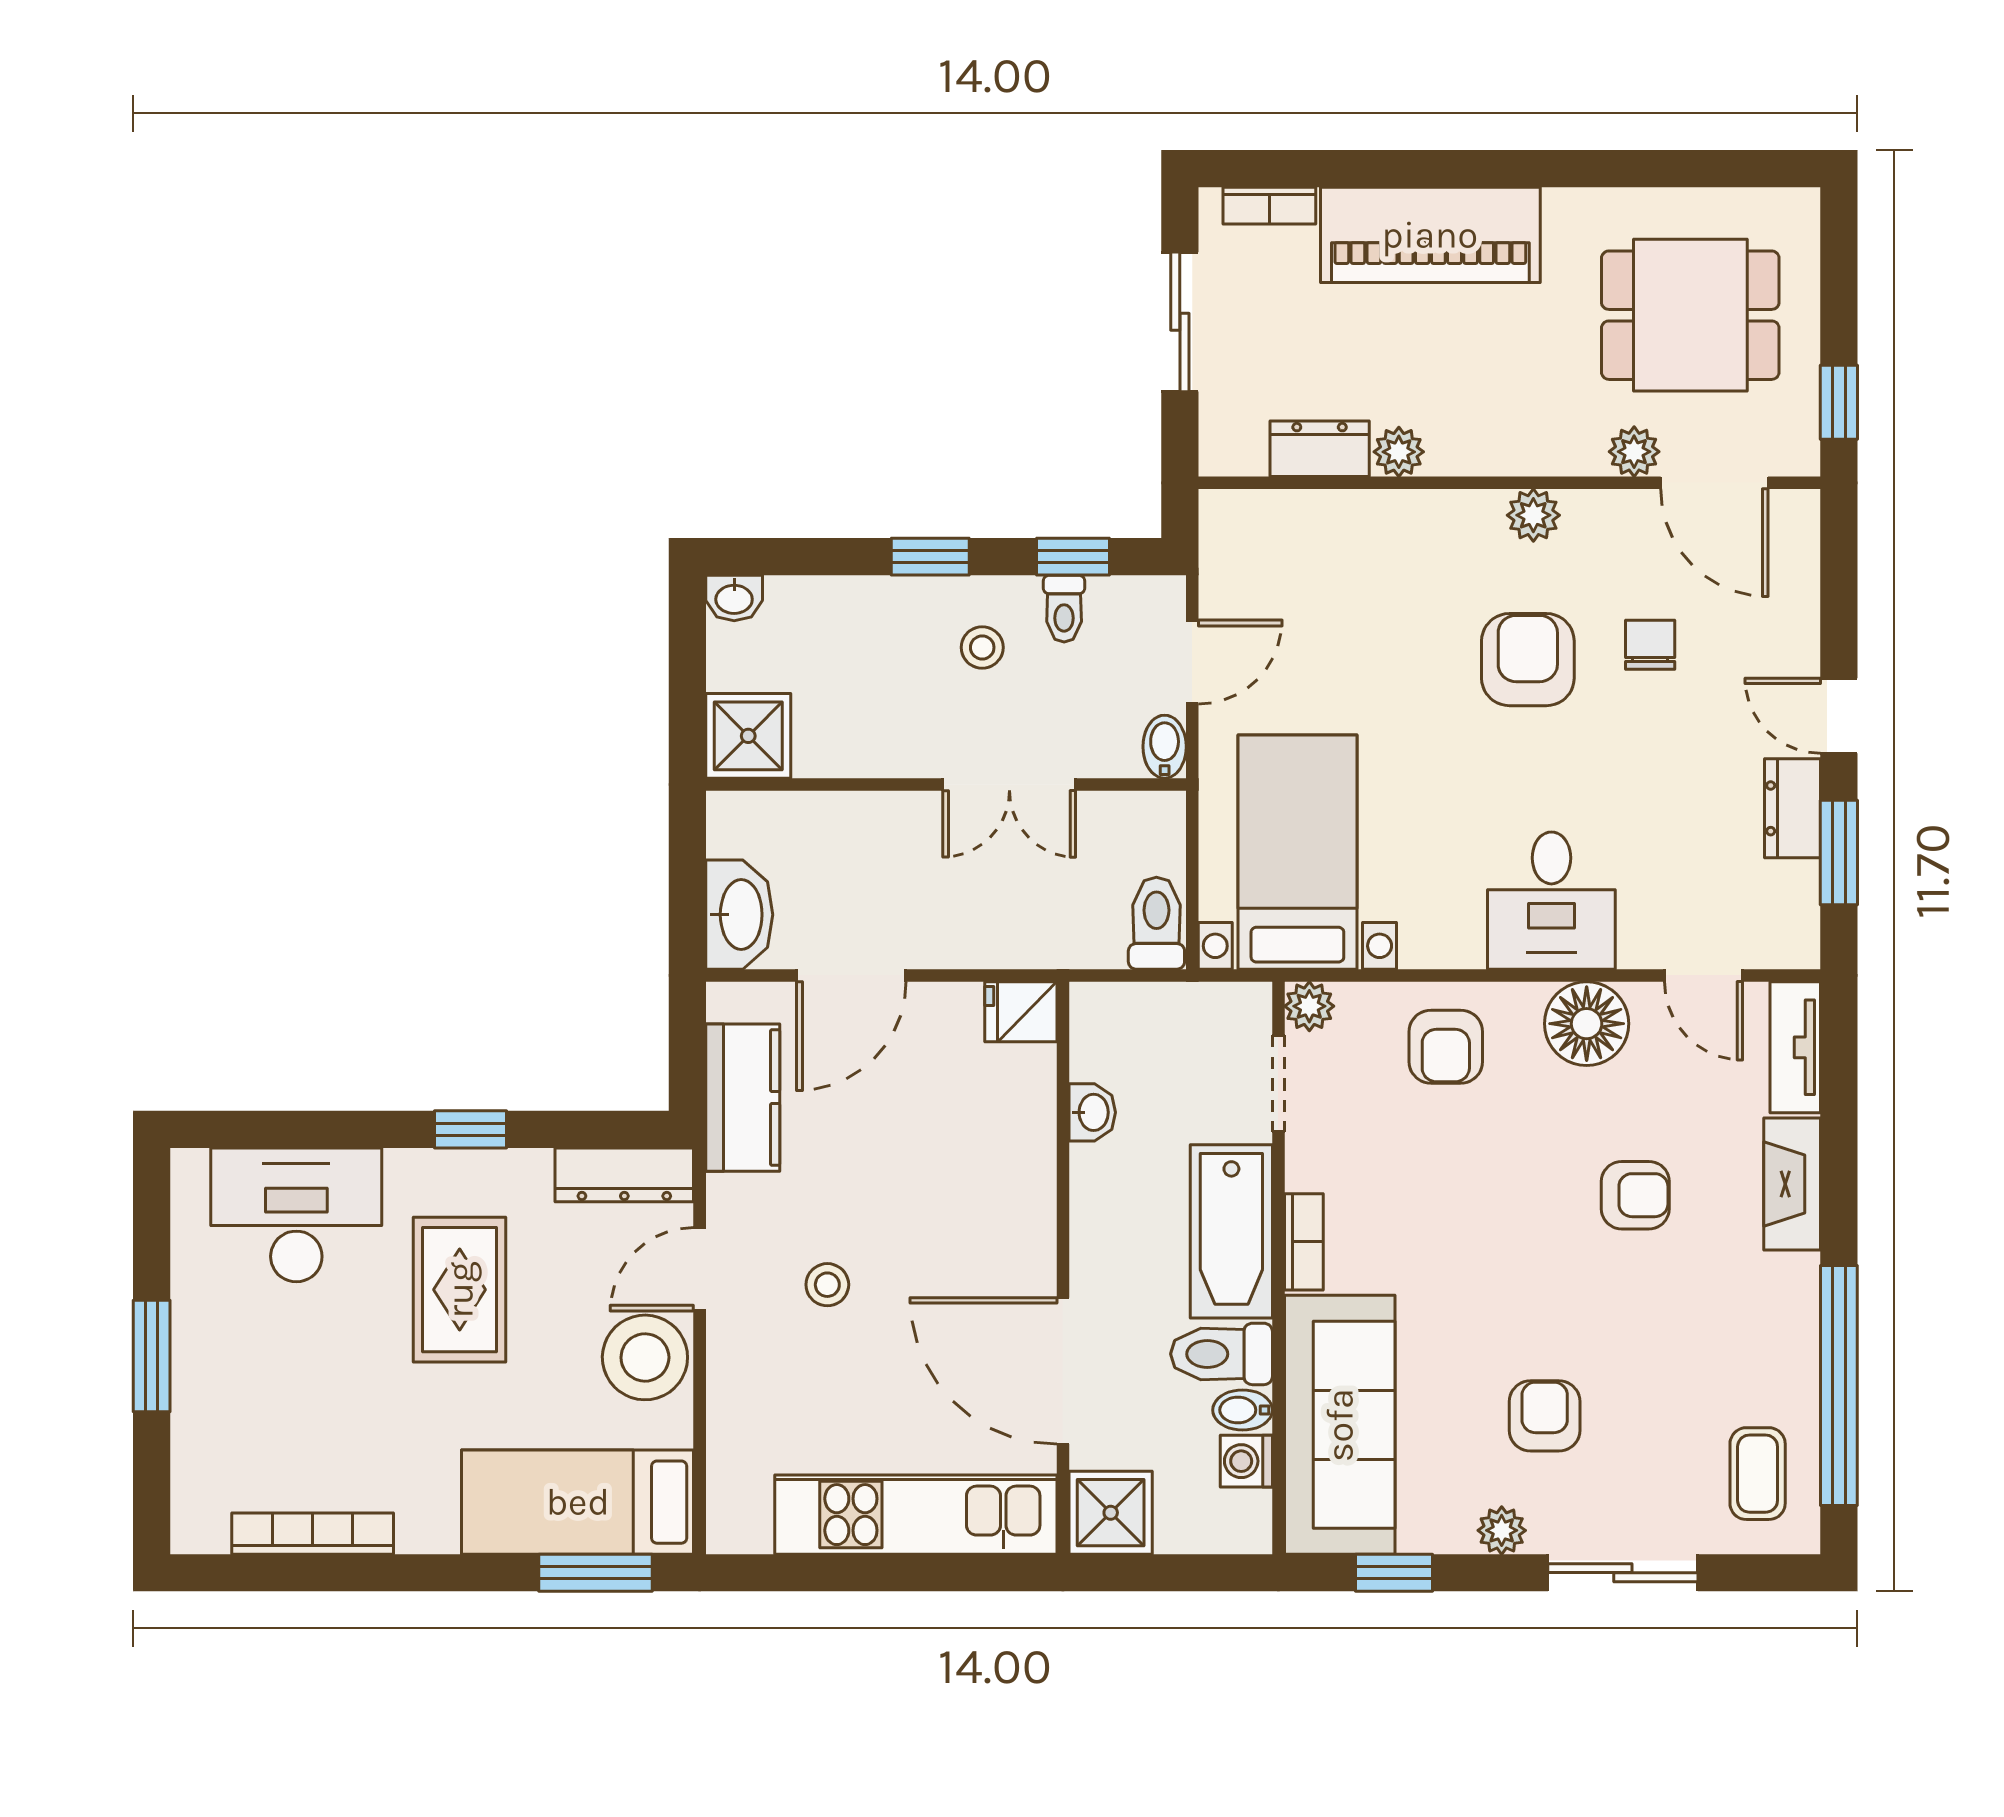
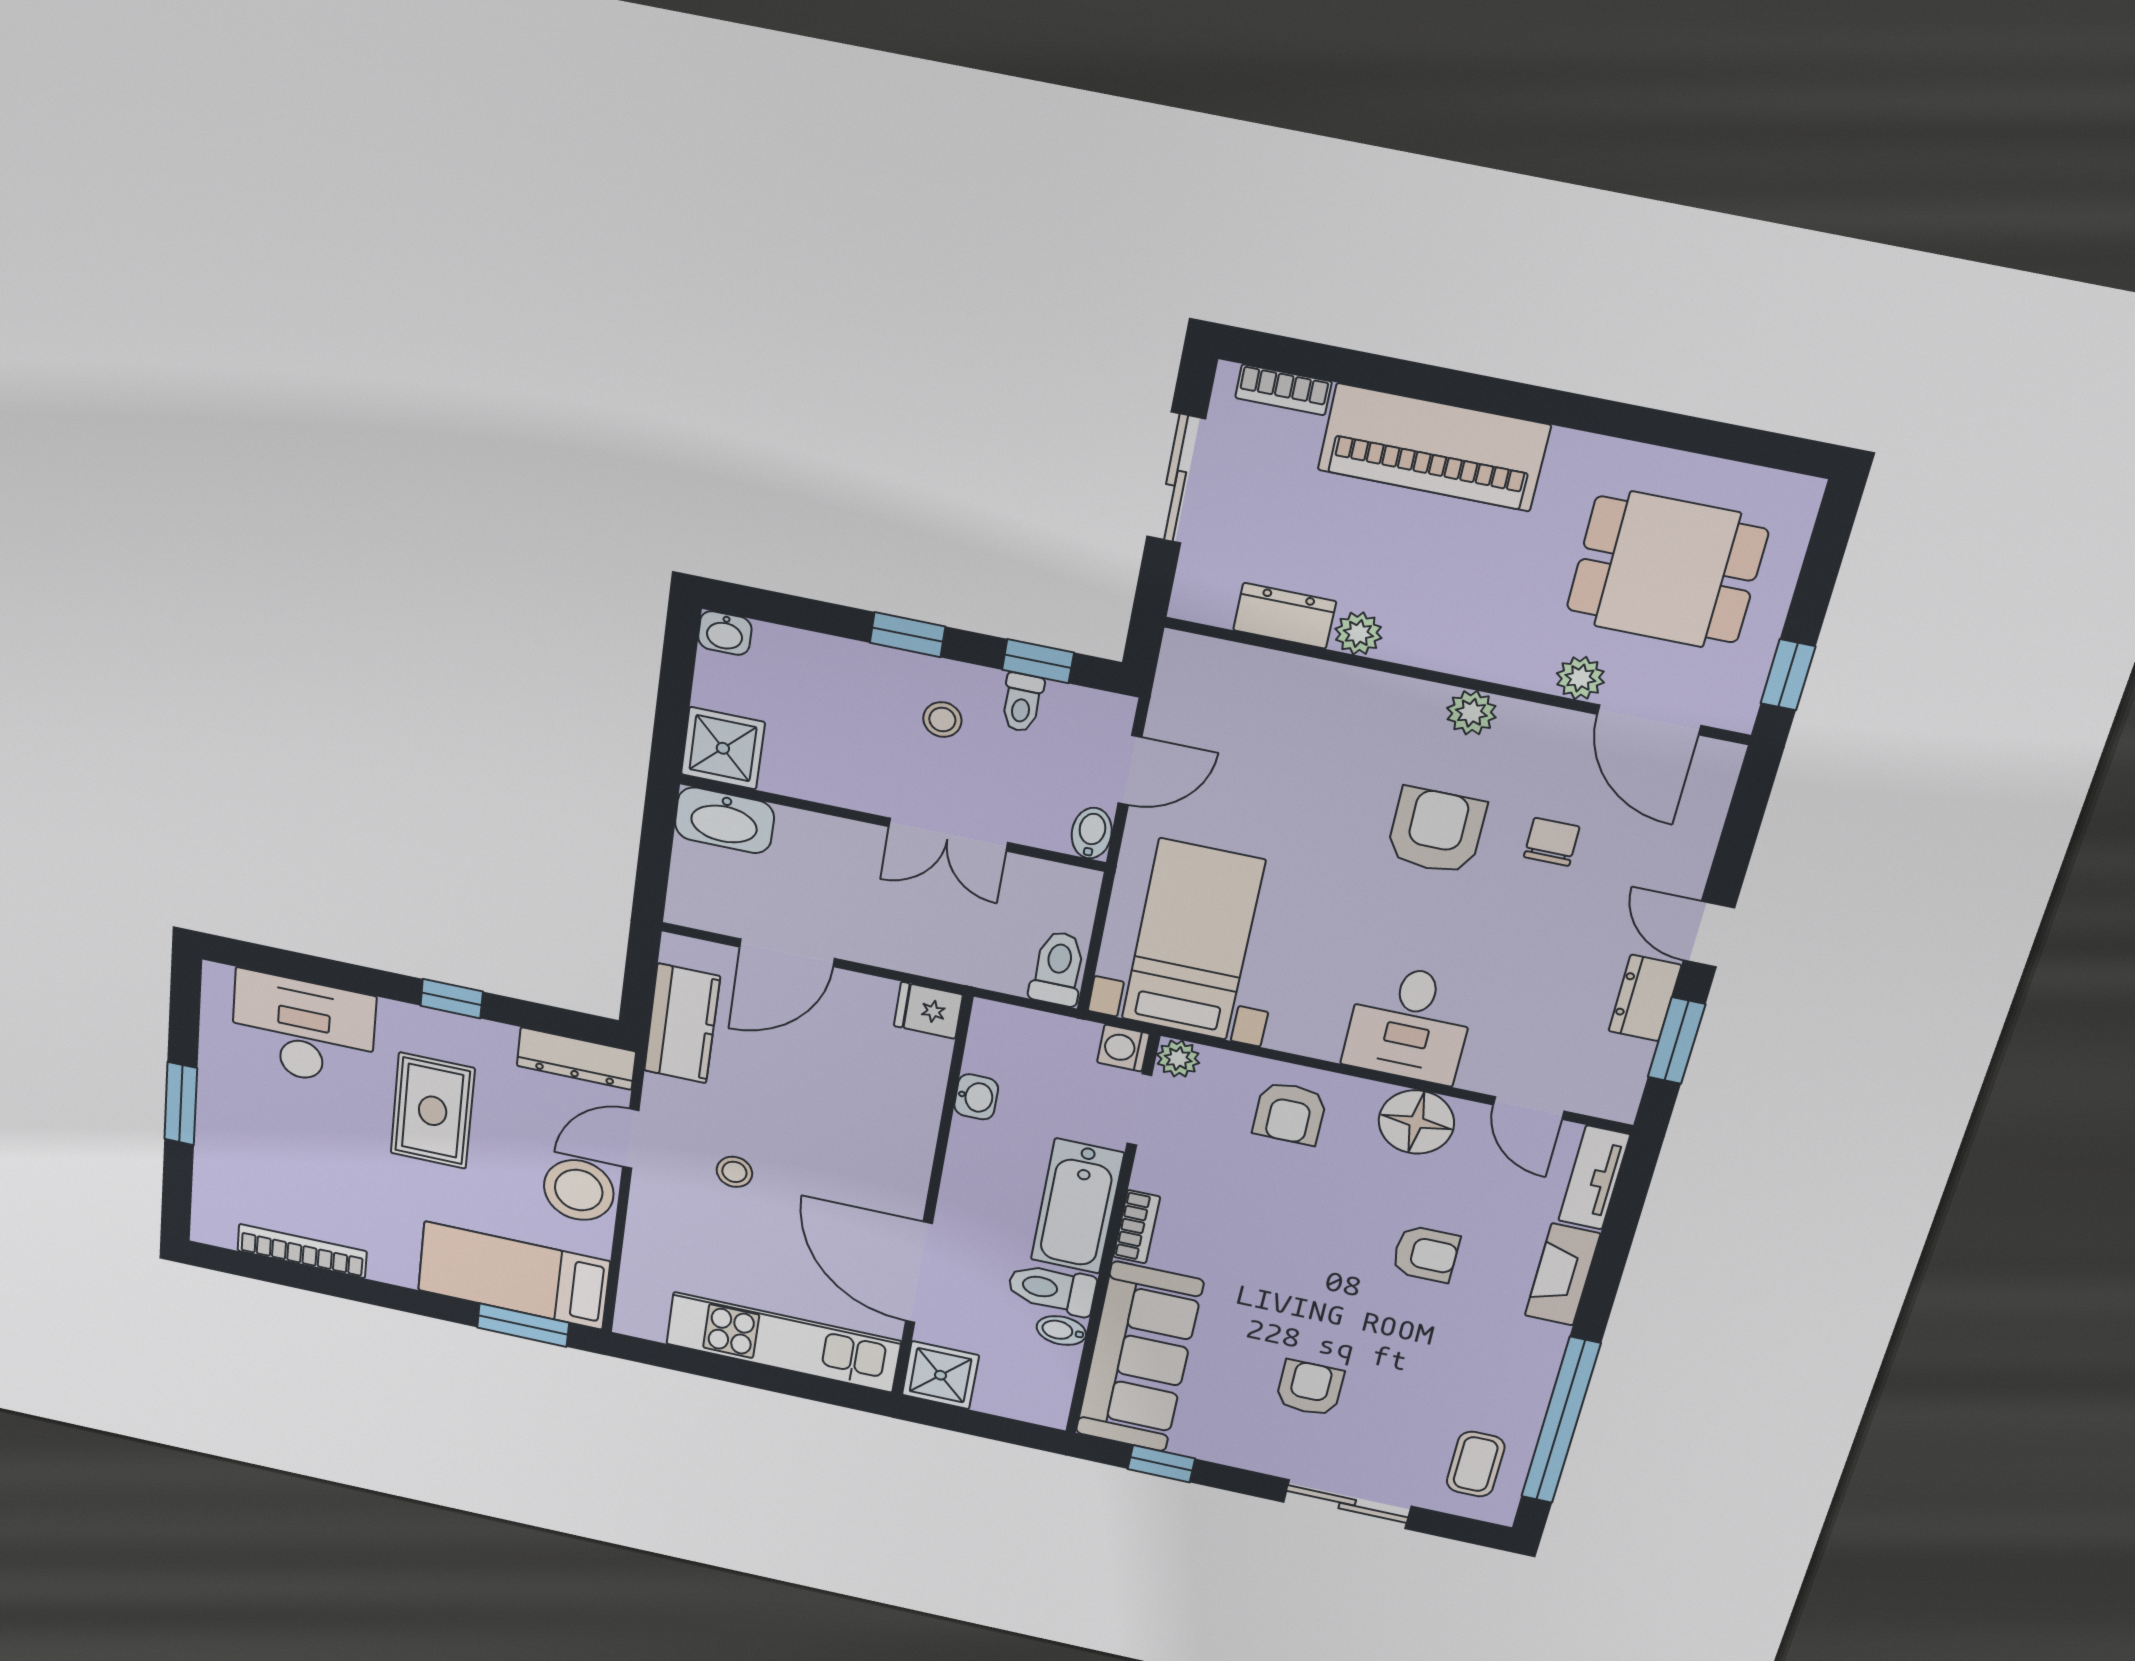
washbasin: (739, 915) -> (724, 820), moved, turned 90
washing machine: (1246, 1461) -> (1123, 1048), moved
plant: (1502, 1530) -> (1255, 1456), removed

